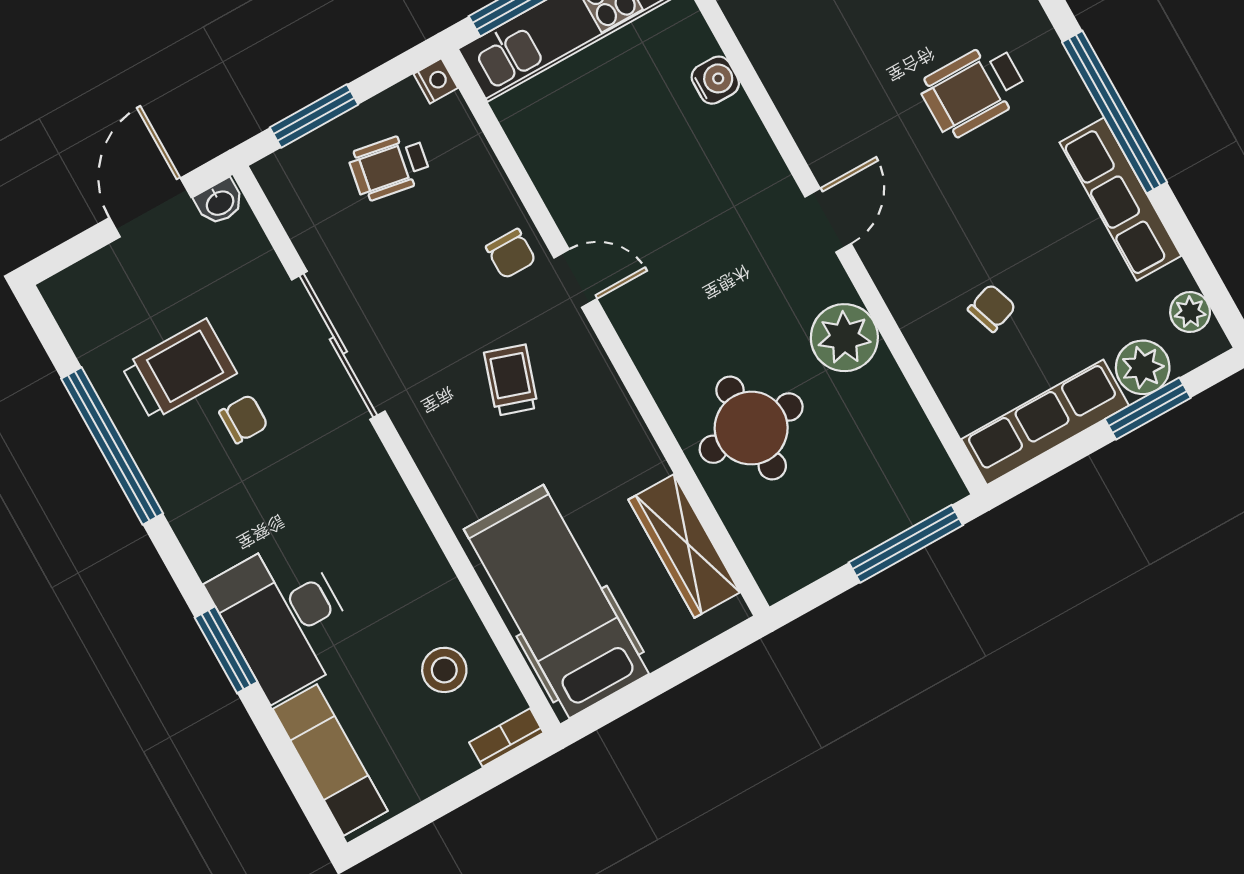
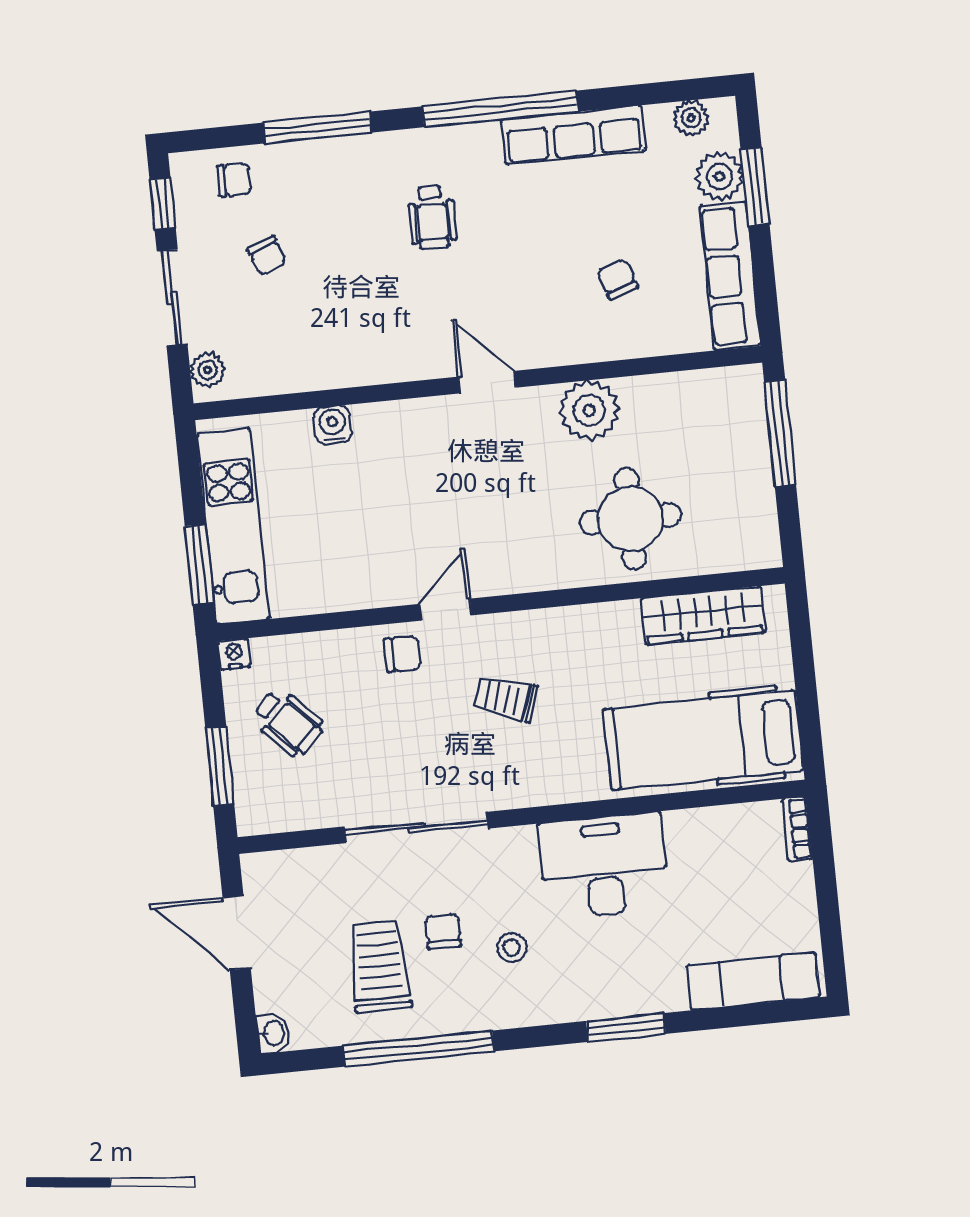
wheelchair: (973, 90) -> (432, 217), width x0.73, depth x0.73
wheelchair: (389, 167) -> (288, 722), turned -55
washbasin: (220, 202) -> (273, 1033), moved
desk: (284, 618) -> (604, 866), moved, turned 180
stool: (444, 670) -> (512, 948), moved, width x0.73, depth x0.73

